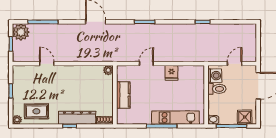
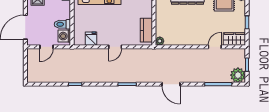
door: (47, 64) -> (215, 47), swing flipped
door: (146, 64) -> (115, 47), moved
wardrobe: (25, 72) -> (234, 39), added
fridge: (171, 73) -> (91, 39), moved
kitchen counter: (123, 95) -> (146, 30), moved

